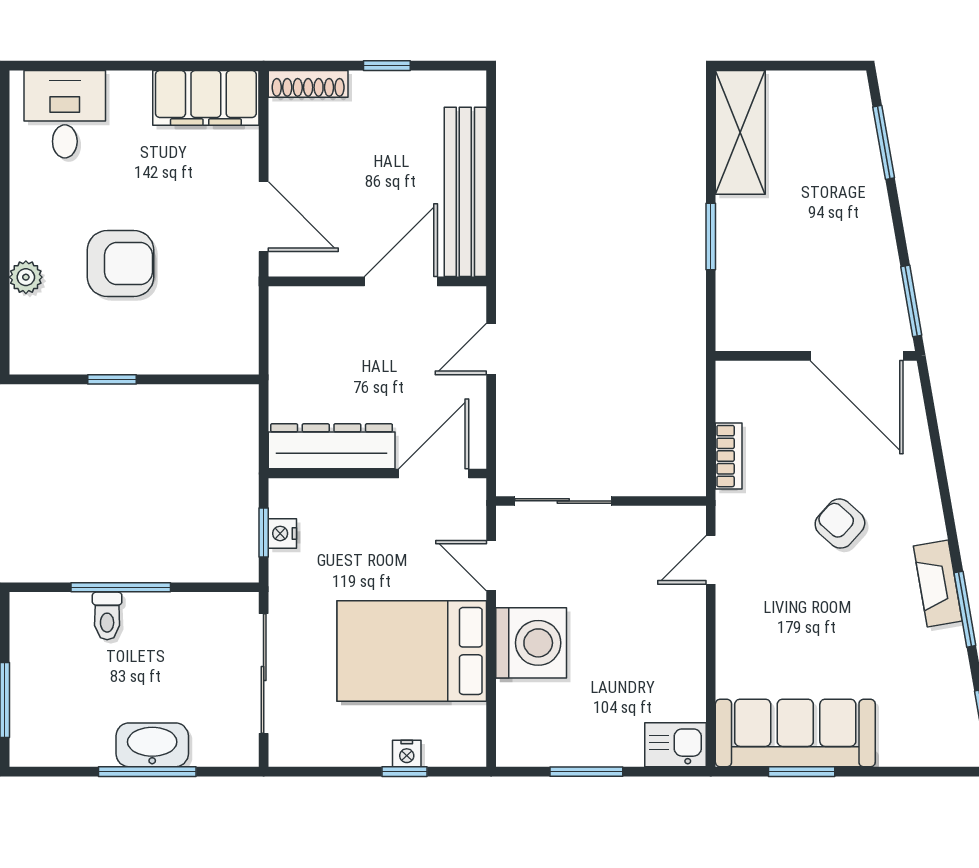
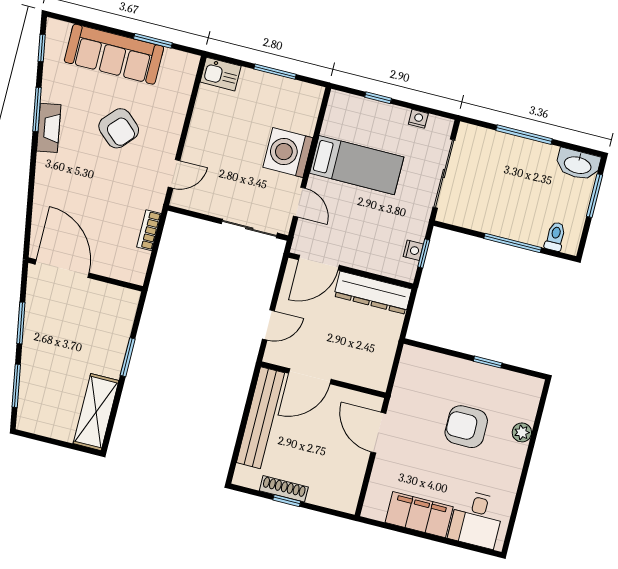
shoe rack: (308, 84) -> (284, 489), moved
filing cabinet: (206, 98) -> (419, 515), moved
window: (911, 301) -> (21, 323), moved
armchair: (840, 524) -> (119, 128), moved, width x1.38, depth x1.38
toilet: (107, 616) -> (555, 236), moved
bed: (412, 651) -> (357, 165), width x0.67
sofa: (795, 733) -> (114, 54), moved
washbasin: (152, 745) -> (578, 164), moved
nightstand: (407, 754) -> (418, 119), moved

